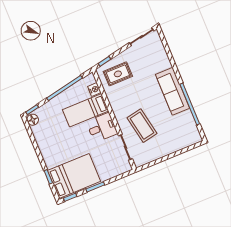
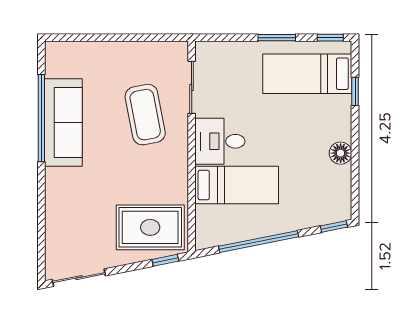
rug: (118, 74) -> (150, 227), width x1.36, depth x1.43
nightstand: (94, 89) -> (205, 217), removed
sofa: (173, 91) -> (63, 123), moved
floor lamp: (33, 120) -> (341, 153), moved
bed: (74, 176) -> (307, 74), width x0.67

